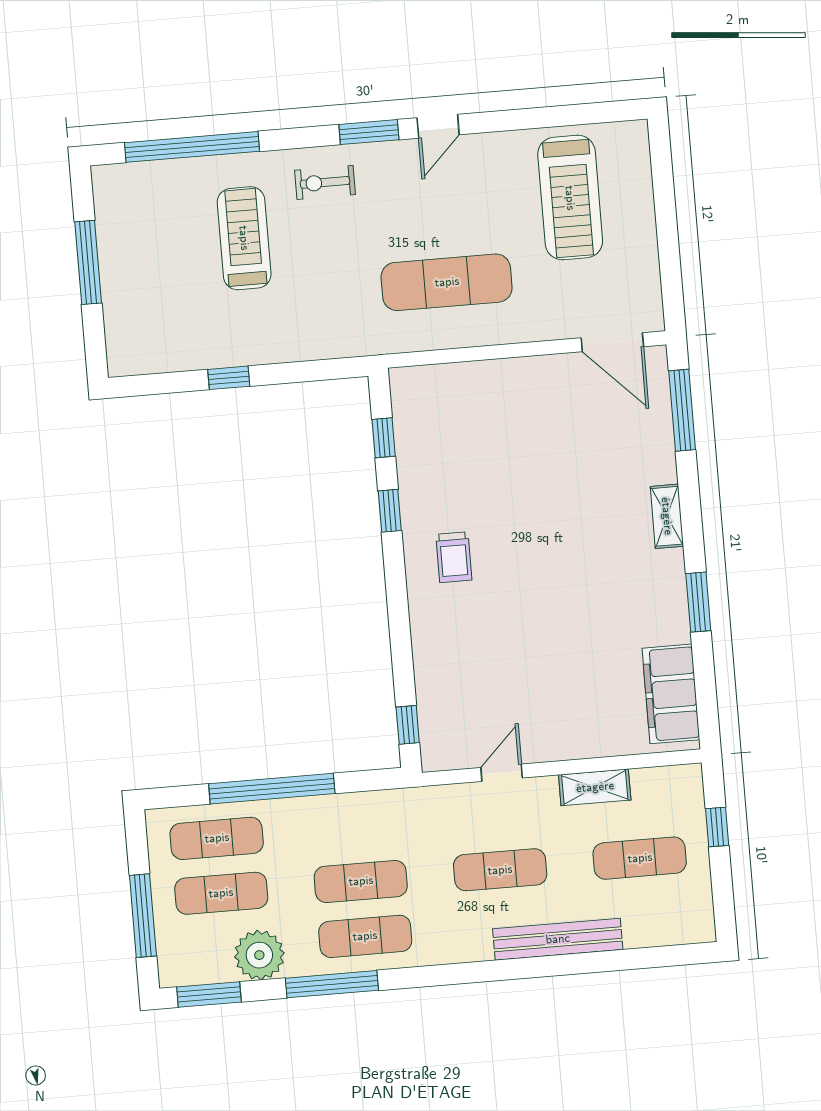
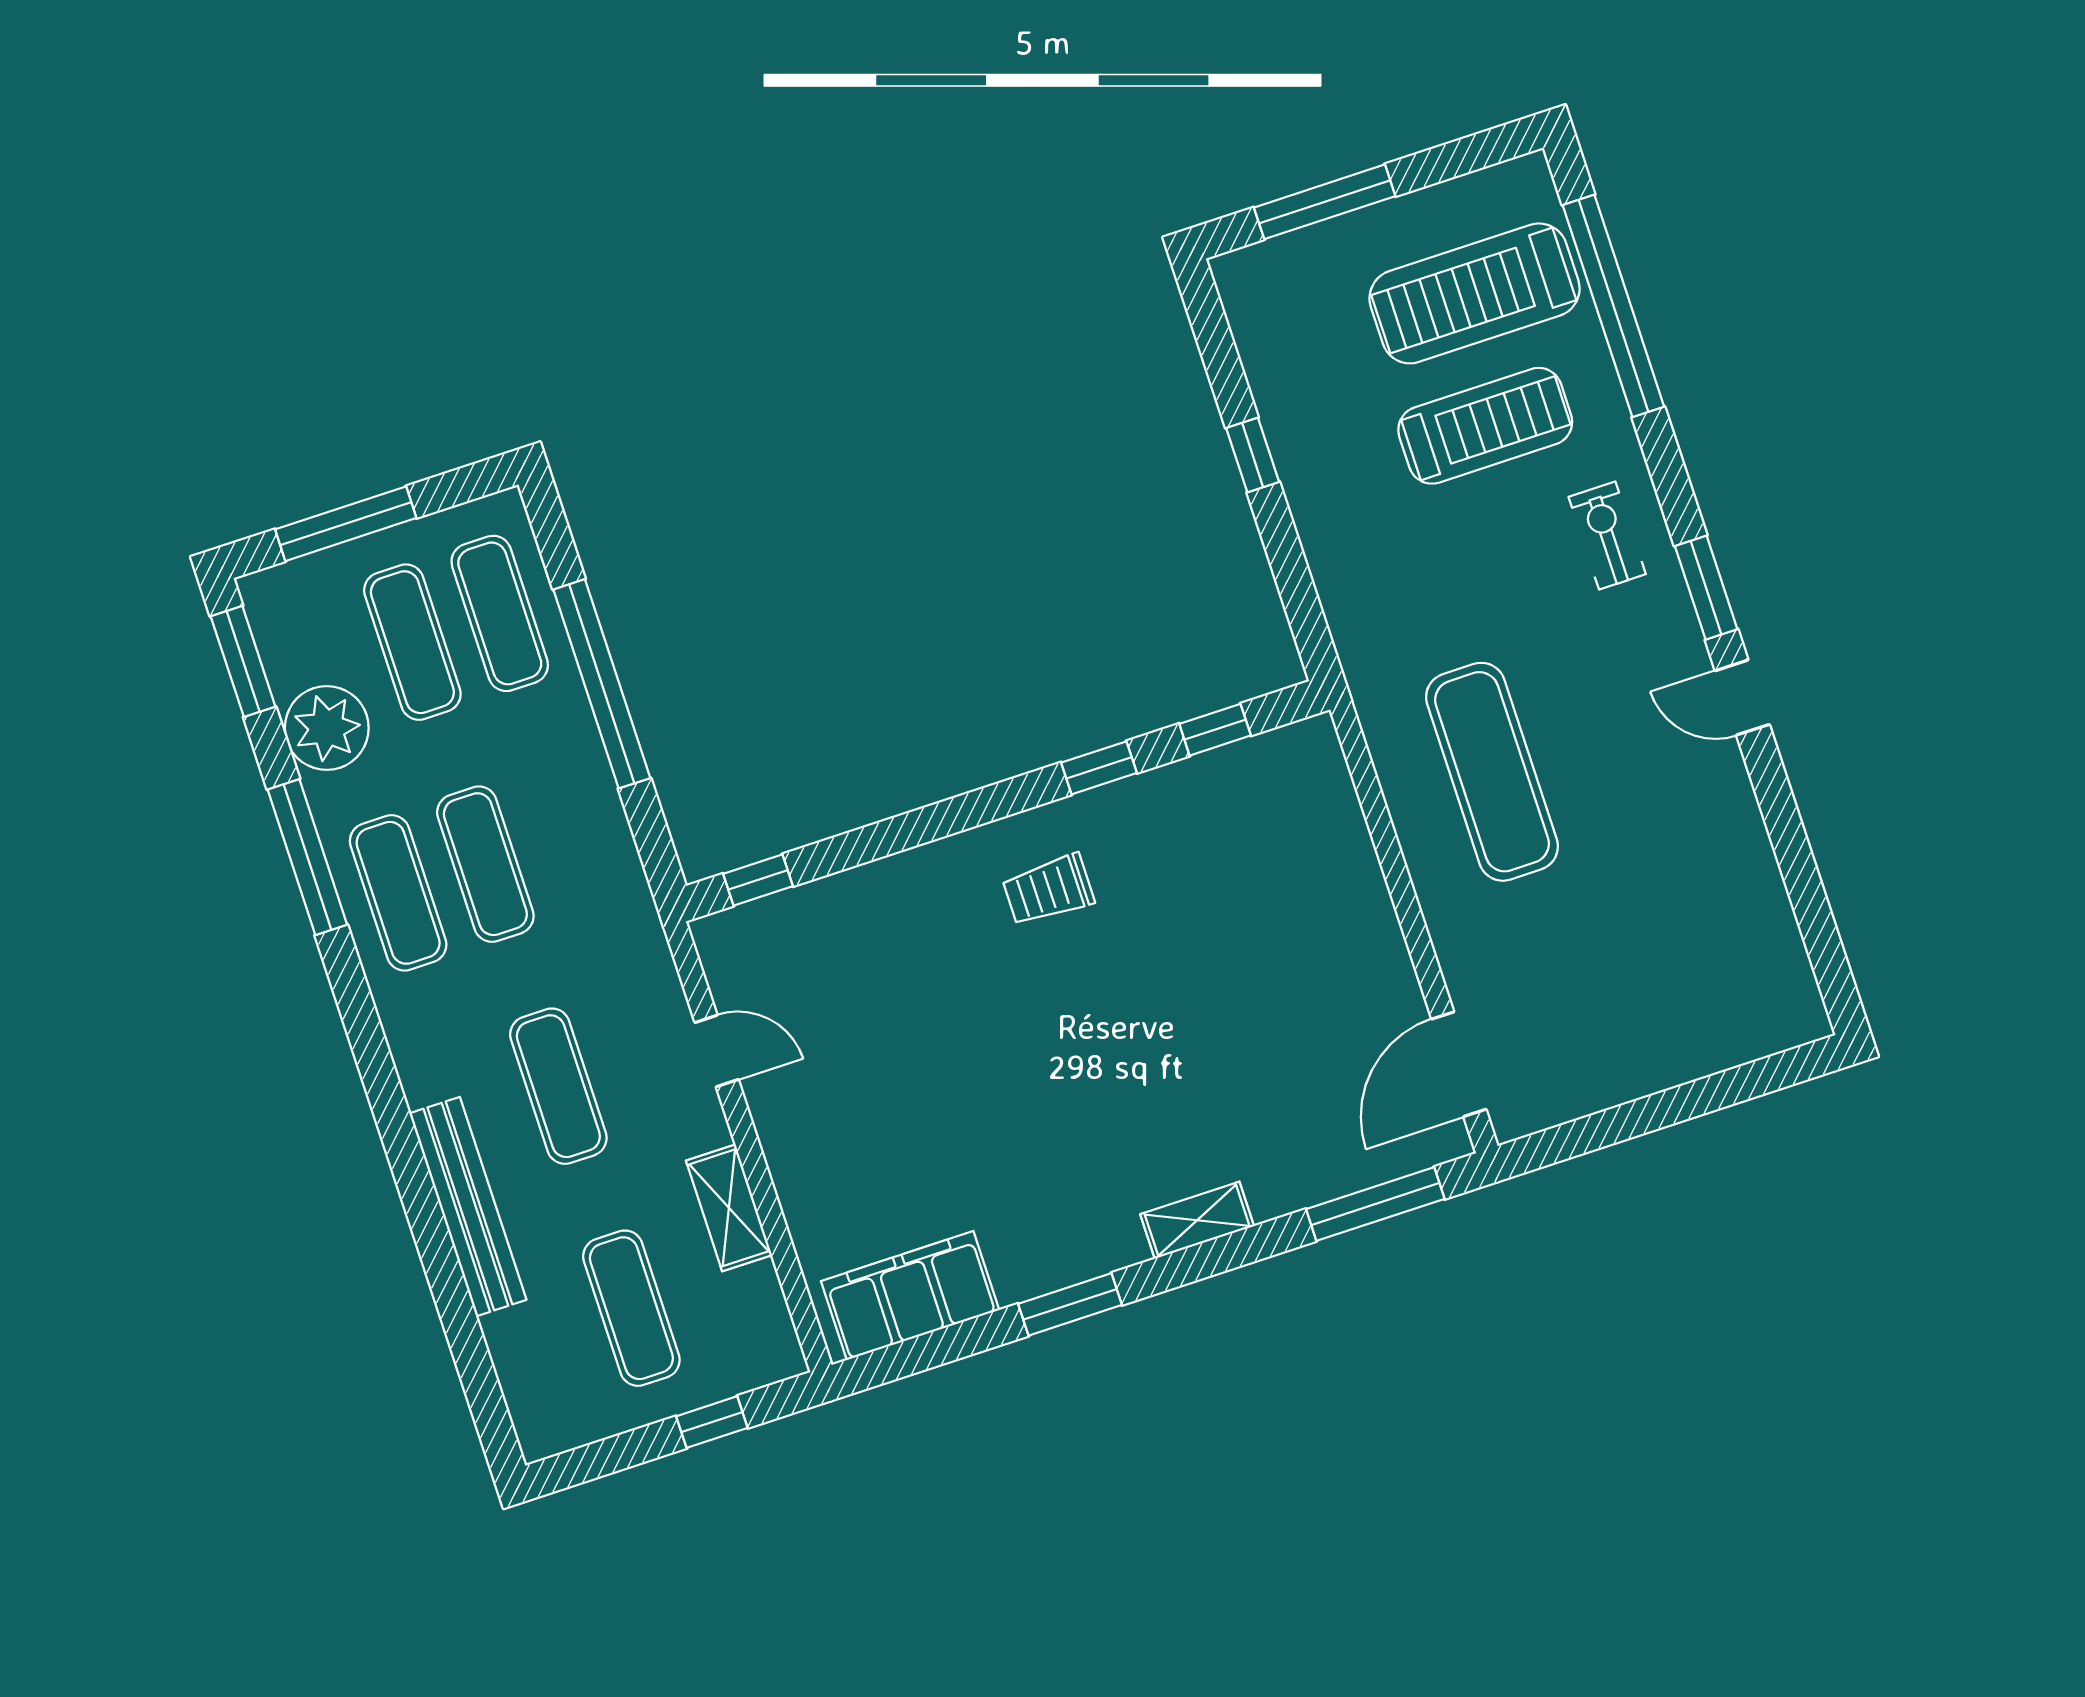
treadmill: (570, 198) -> (1475, 293), moved
window: (88, 262) -> (1325, 202), moved

